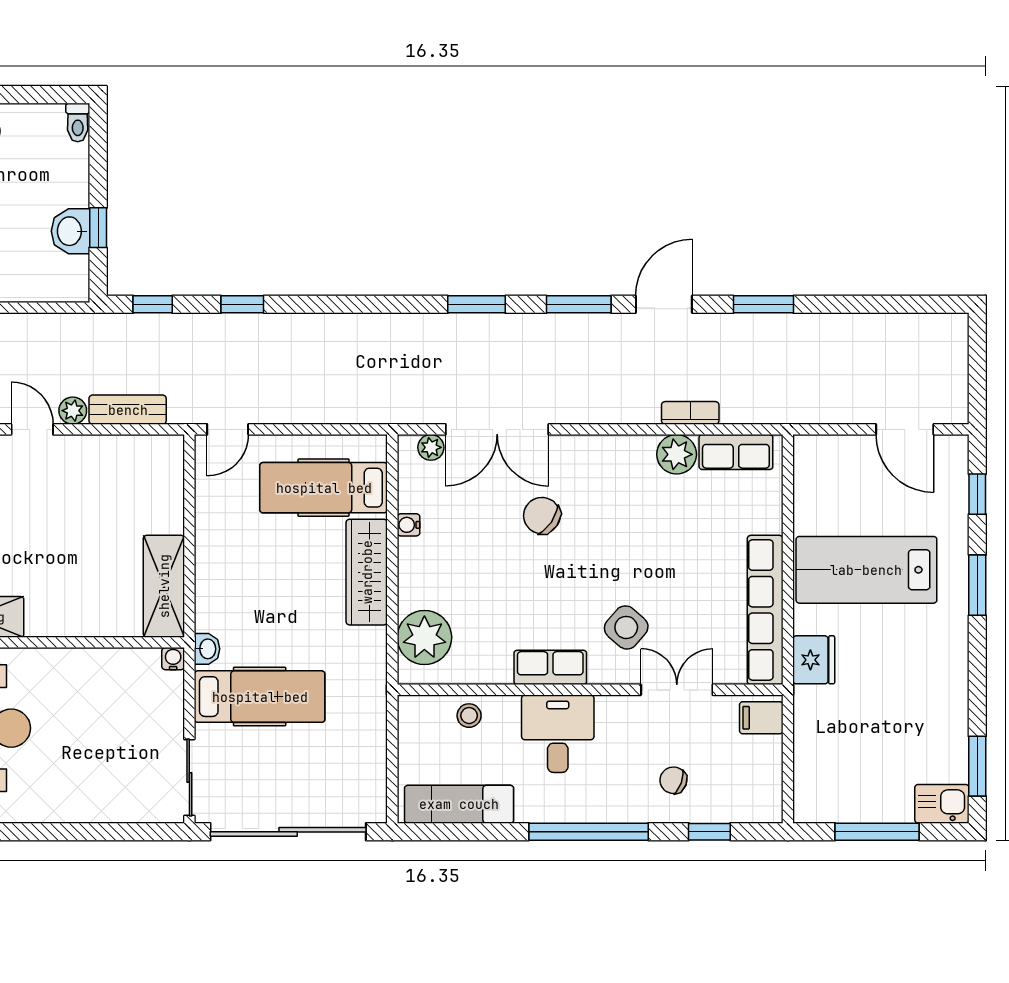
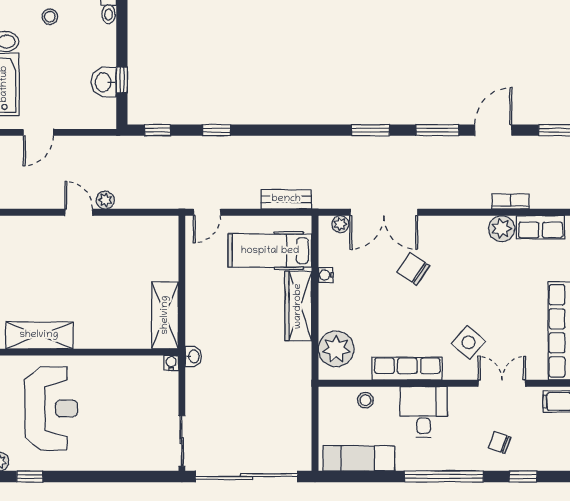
bench: (128, 410) -> (286, 199), moved
row of seats: (550, 667) -> (407, 369), width x1.48
hospital bed: (260, 697) -> (228, 388), removed

